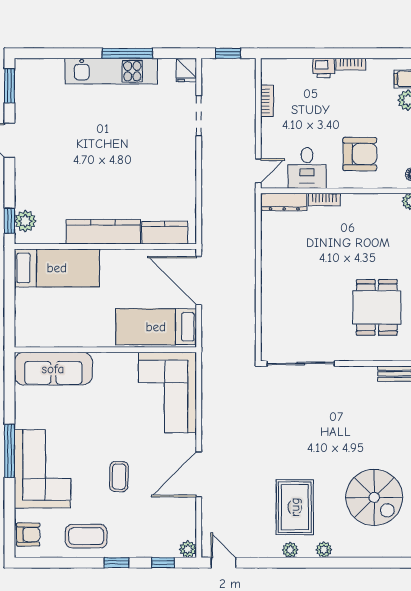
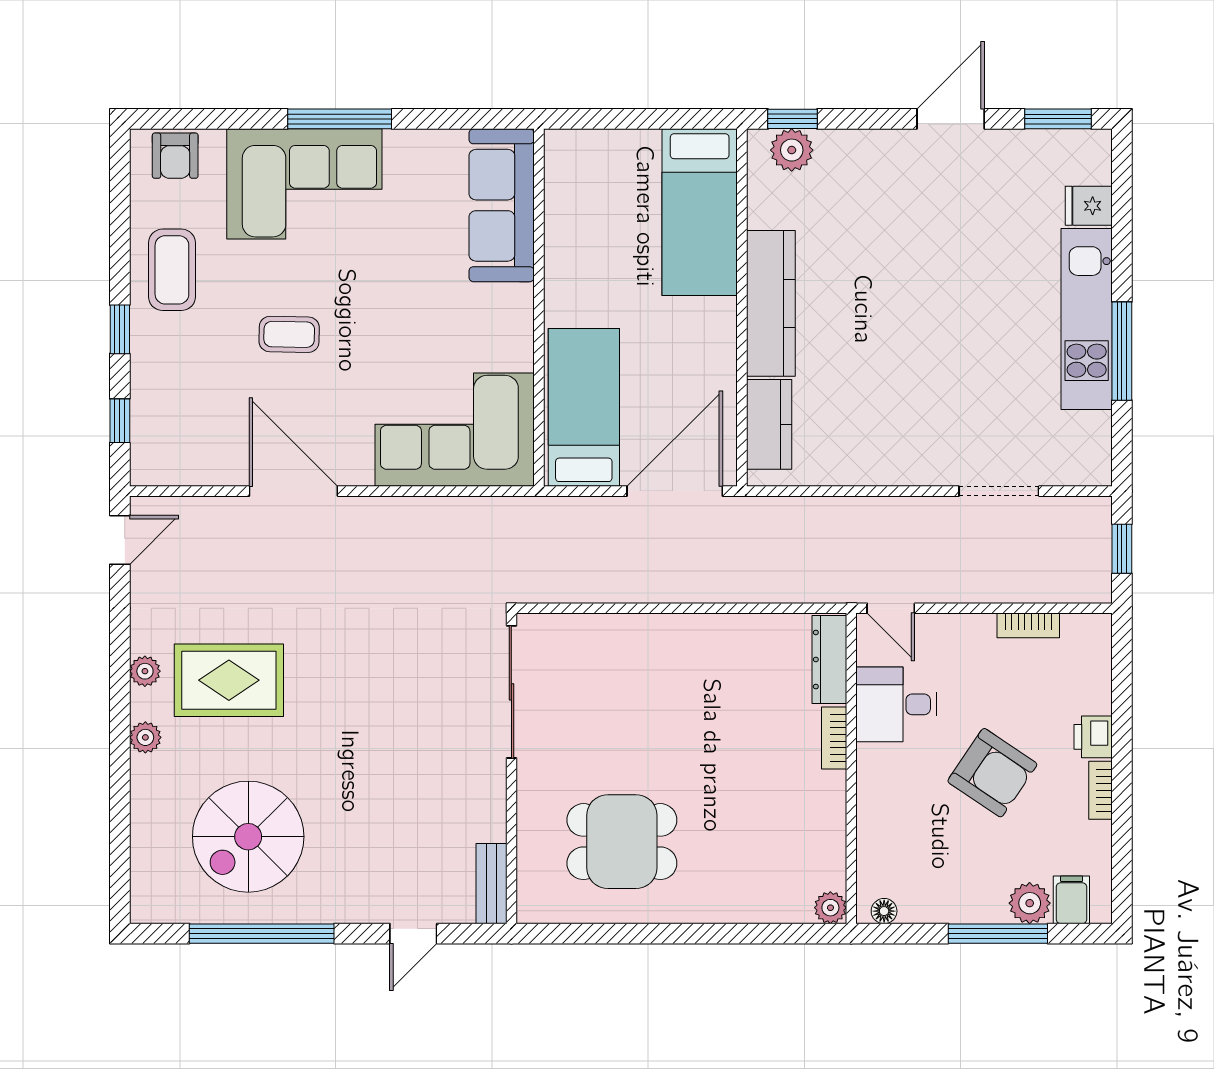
fridge: (186, 70) -> (1089, 206), moved
armchair: (360, 154) -> (992, 773), moved, turned -56
plant: (188, 549) -> (146, 470), removed

